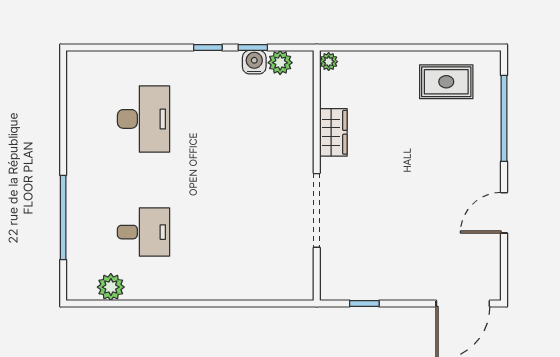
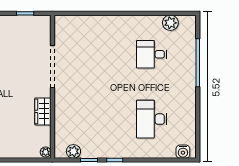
water cooler: (254, 62) -> (183, 152), moved

